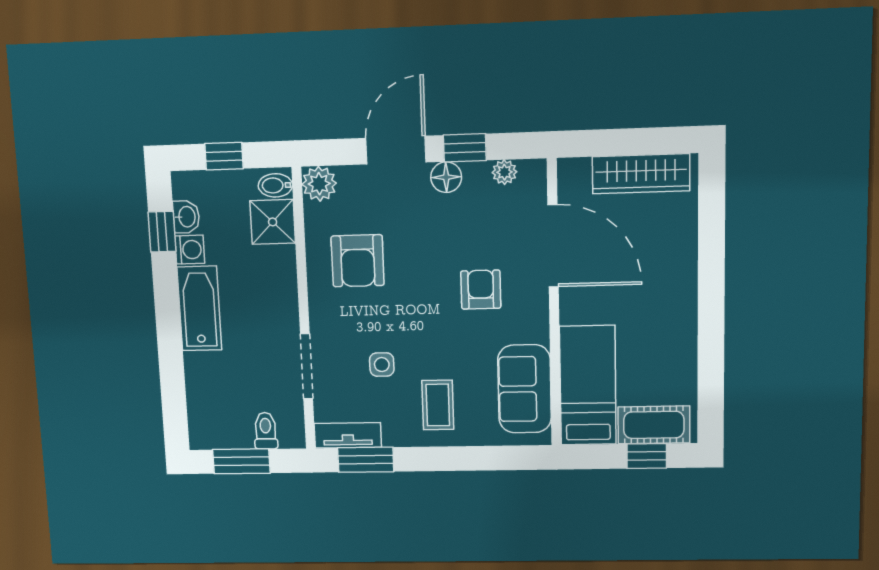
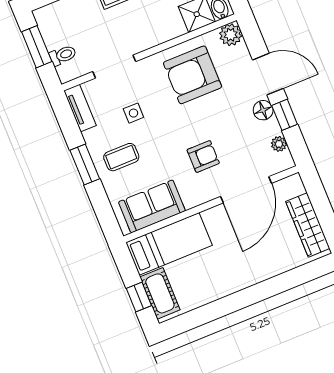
armchair: (358, 261) -> (192, 75), width x1.36, depth x1.36
window: (366, 460) -> (85, 164), moved

